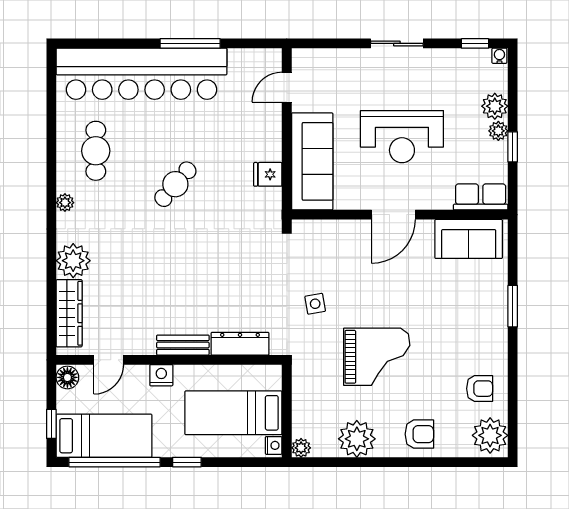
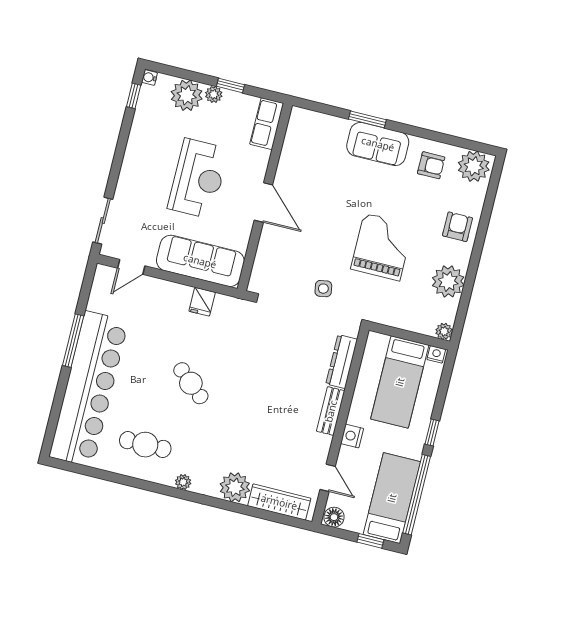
sliding door: (397, 43) -> (103, 221), moved
door: (287, 87) -> (131, 267), hinge flipped
plant: (495, 106) -> (187, 95), width x1.36, depth x1.36
sofa: (469, 239) -> (378, 144), moved, turned 90
armchair: (480, 389) -> (431, 165), turned 90

